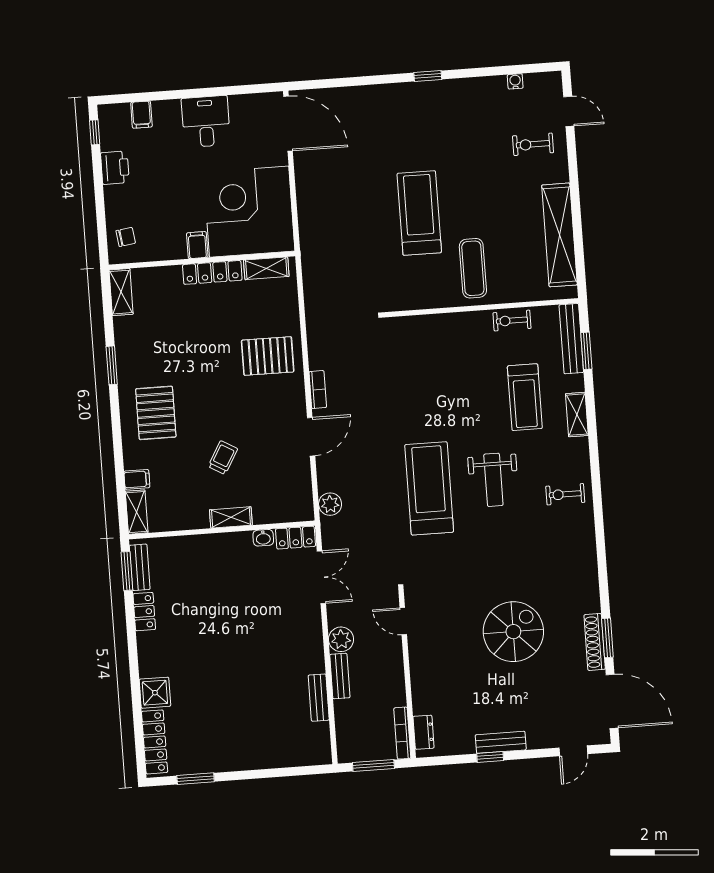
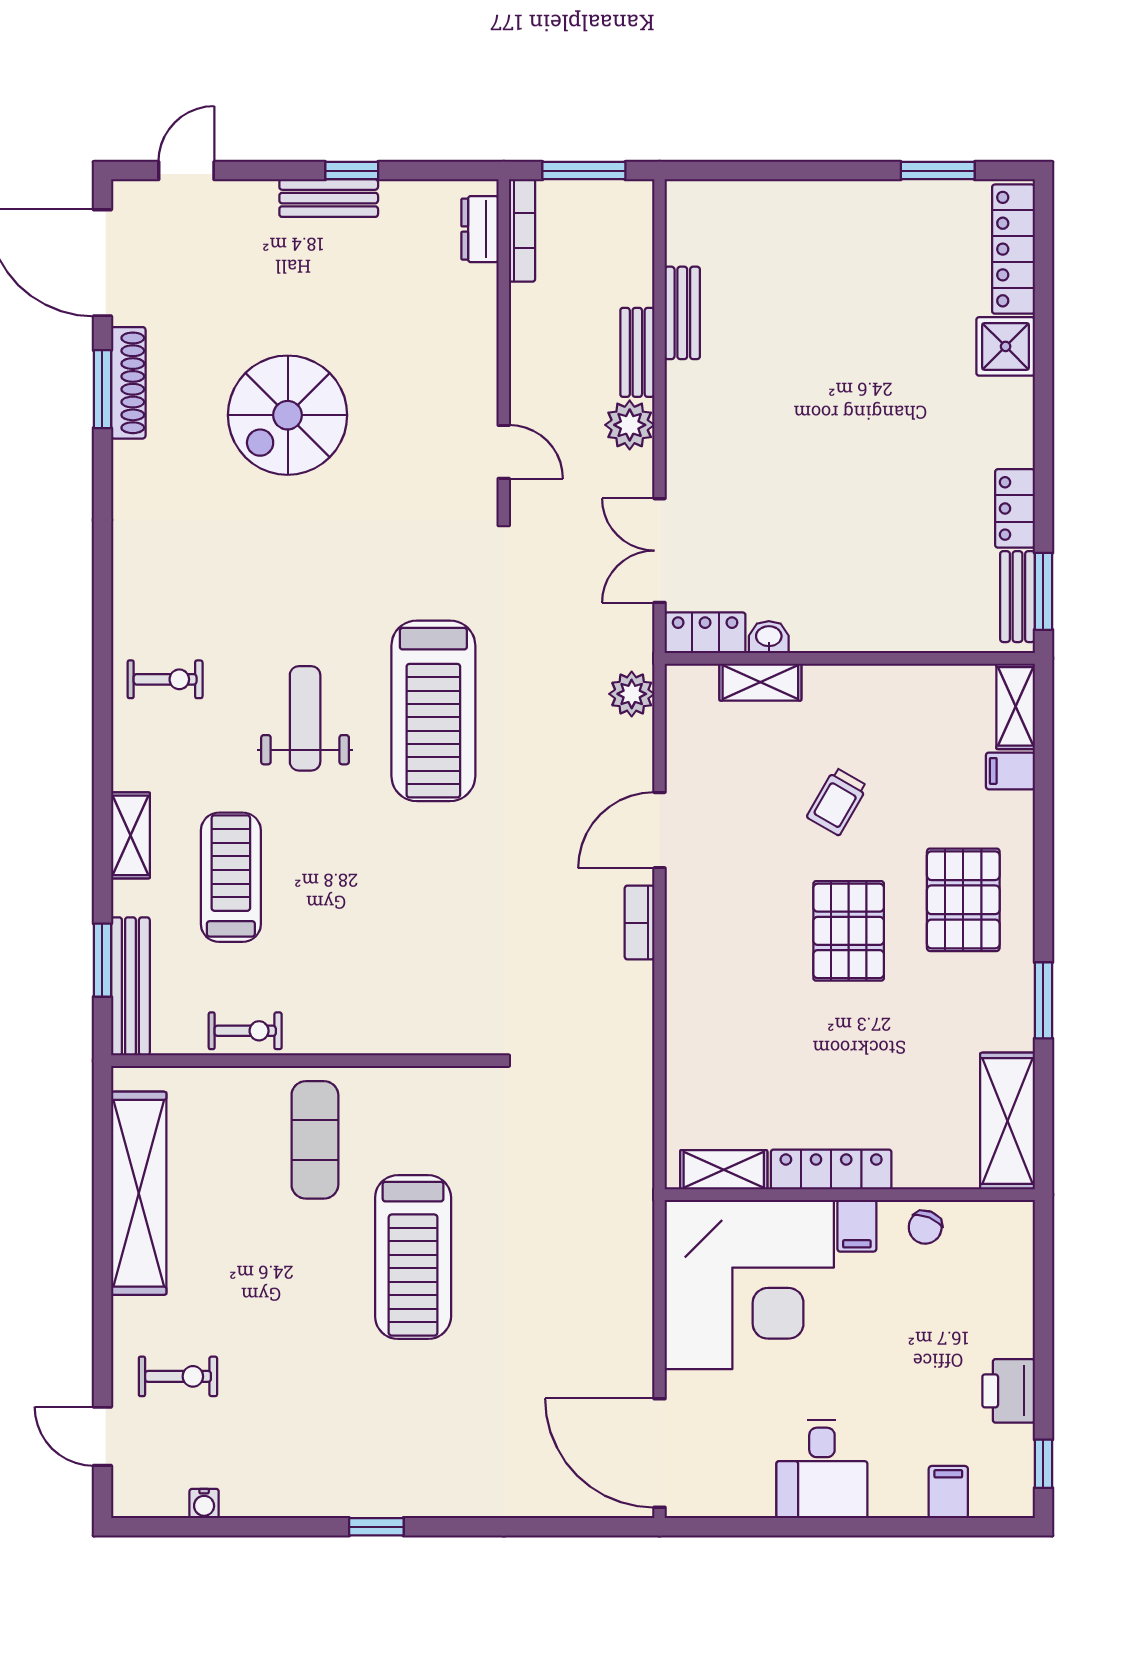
chair: (126, 237) -> (925, 1227), moved, turned -60
shelving: (121, 292) -> (1007, 1121), width x1.50, depth x1.33
pallet: (268, 356) -> (849, 931), moved, turned 90
shelving: (231, 517) -> (760, 682), moved

